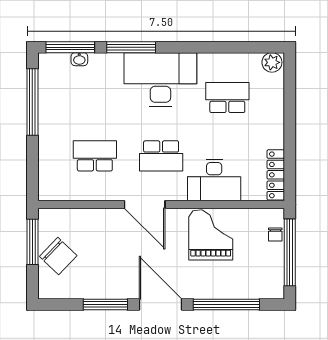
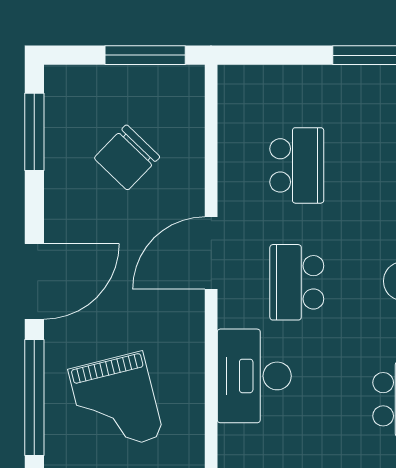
grand piano: (211, 235) -> (116, 403), moved, turned 76
chair: (58, 256) -> (127, 157), moved
window: (105, 305) -> (34, 132), moved

